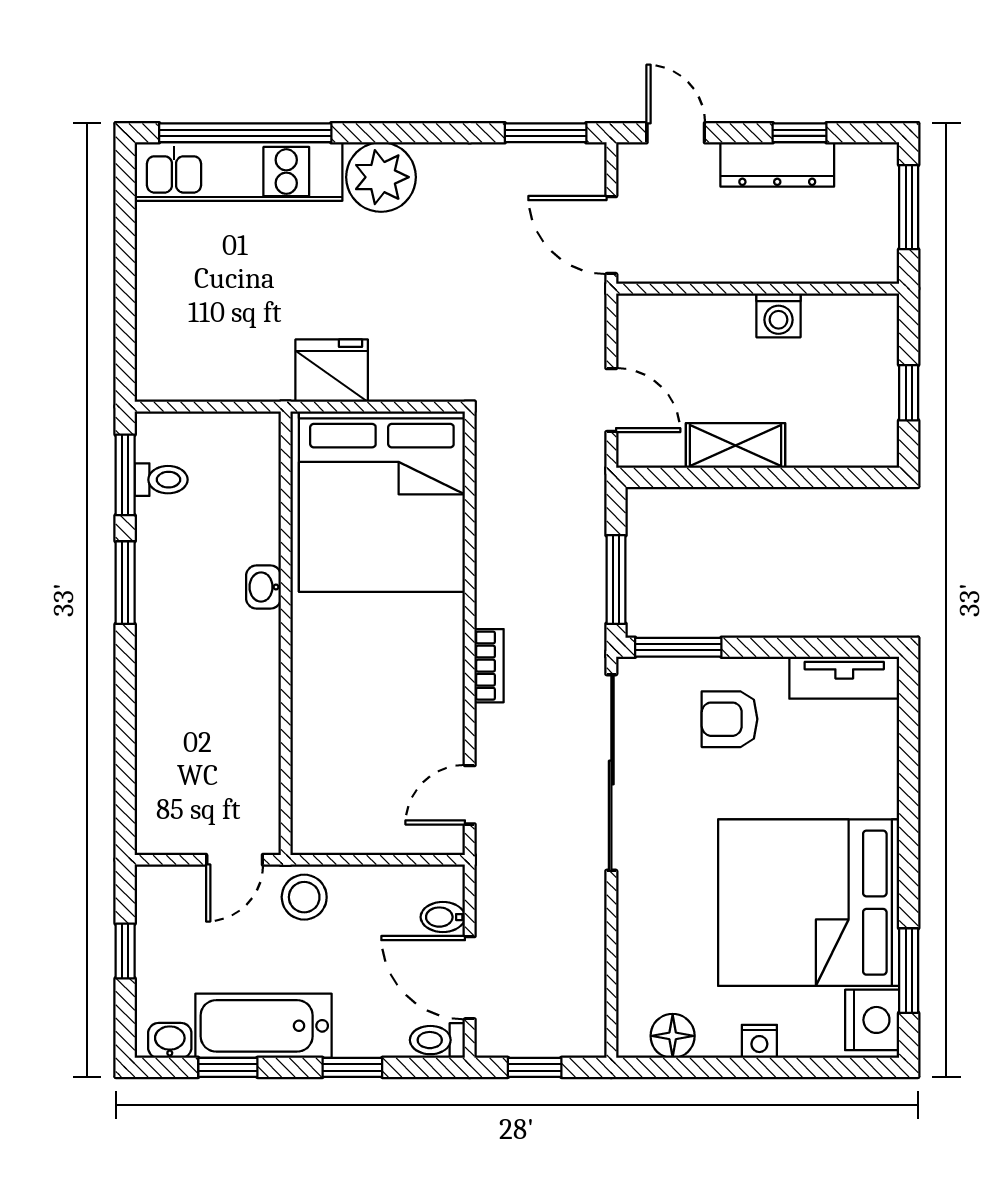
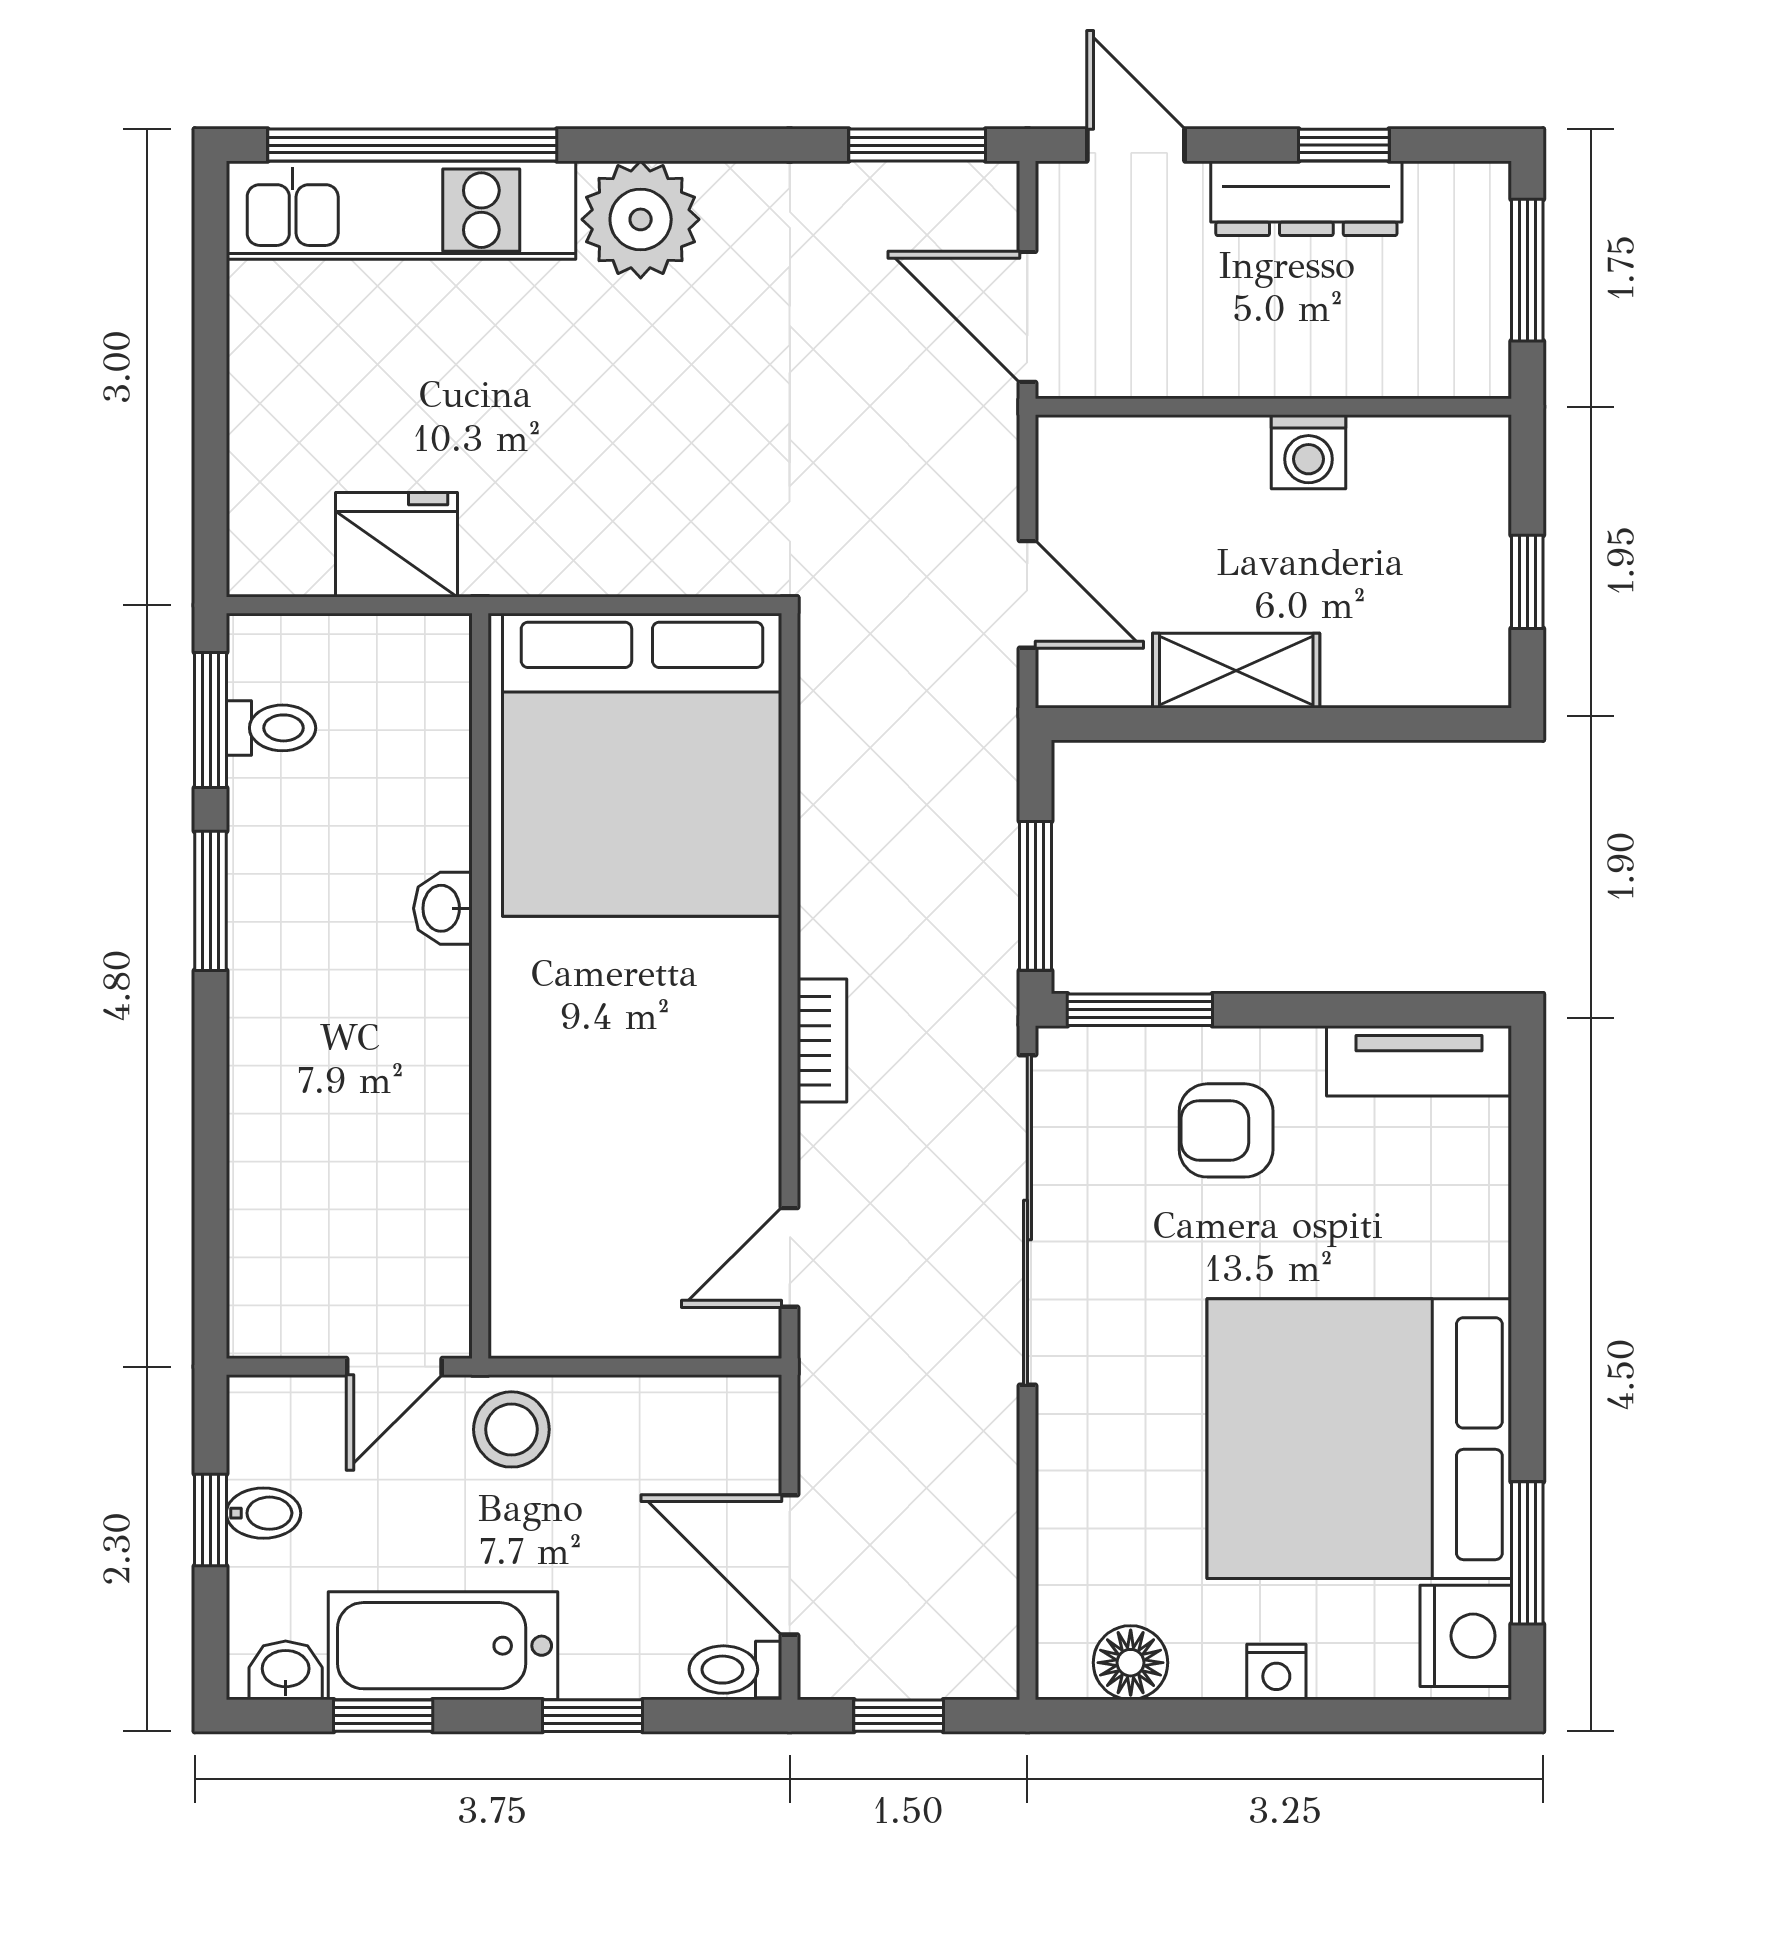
fridge: (332, 371) -> (397, 545), moved
bidet: (443, 917) -> (263, 1513), moved, turned 180

